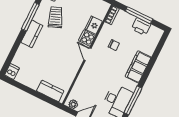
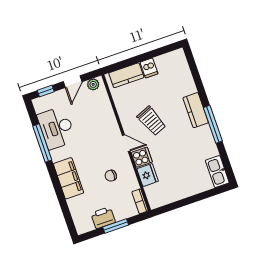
window: (139, 15) -> (116, 226), width x0.69
trolley: (55, 17) -> (151, 121), moved
dishwasher: (12, 72) -> (149, 68), moved

